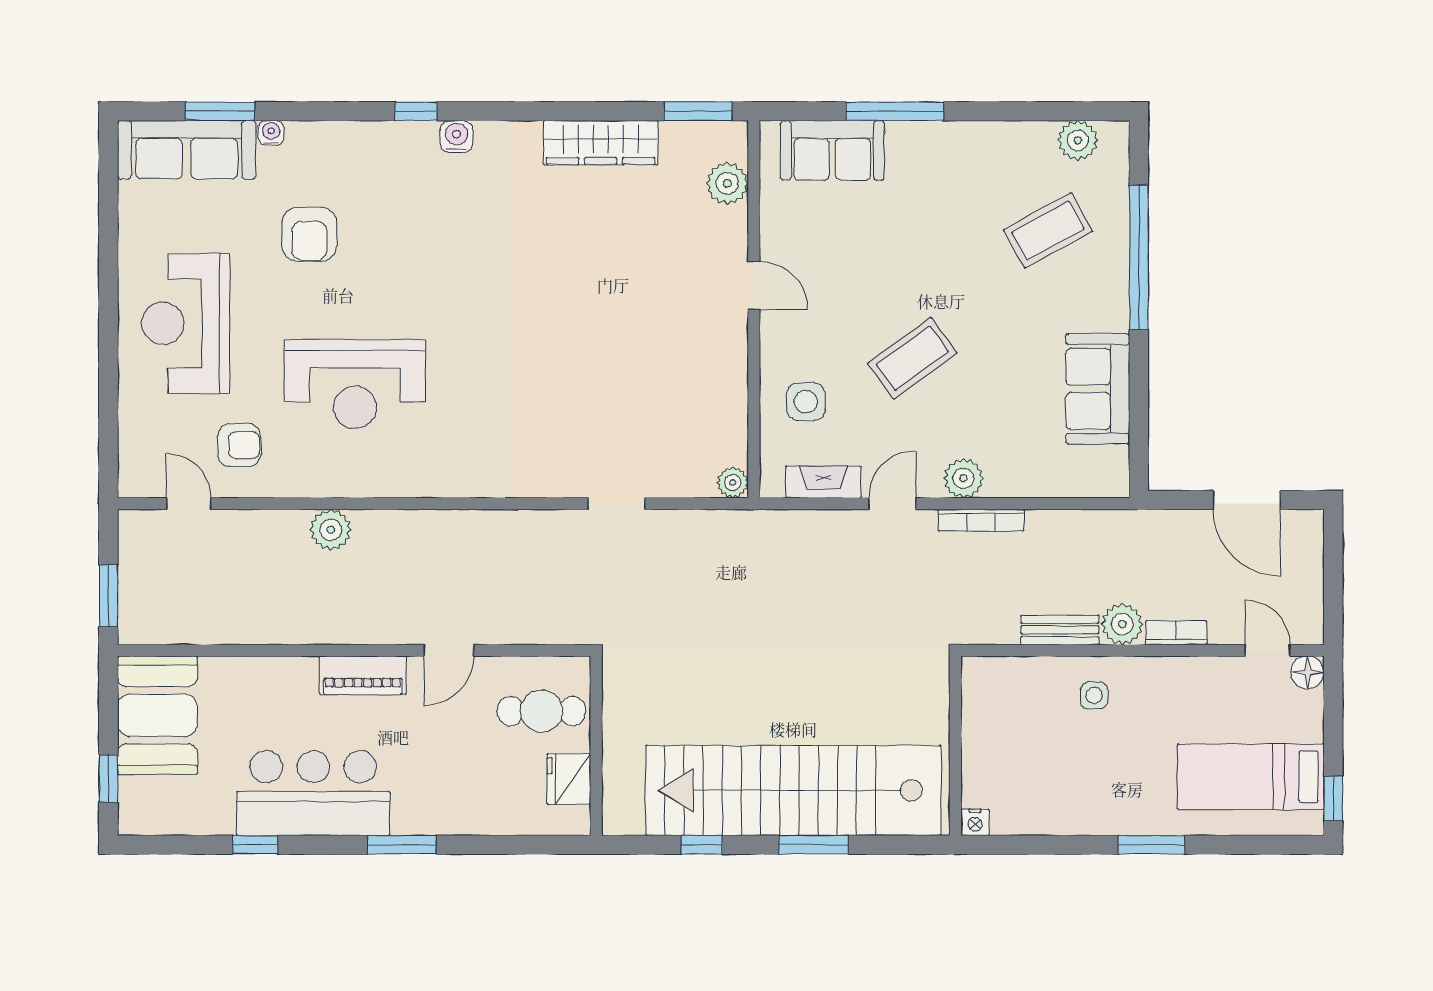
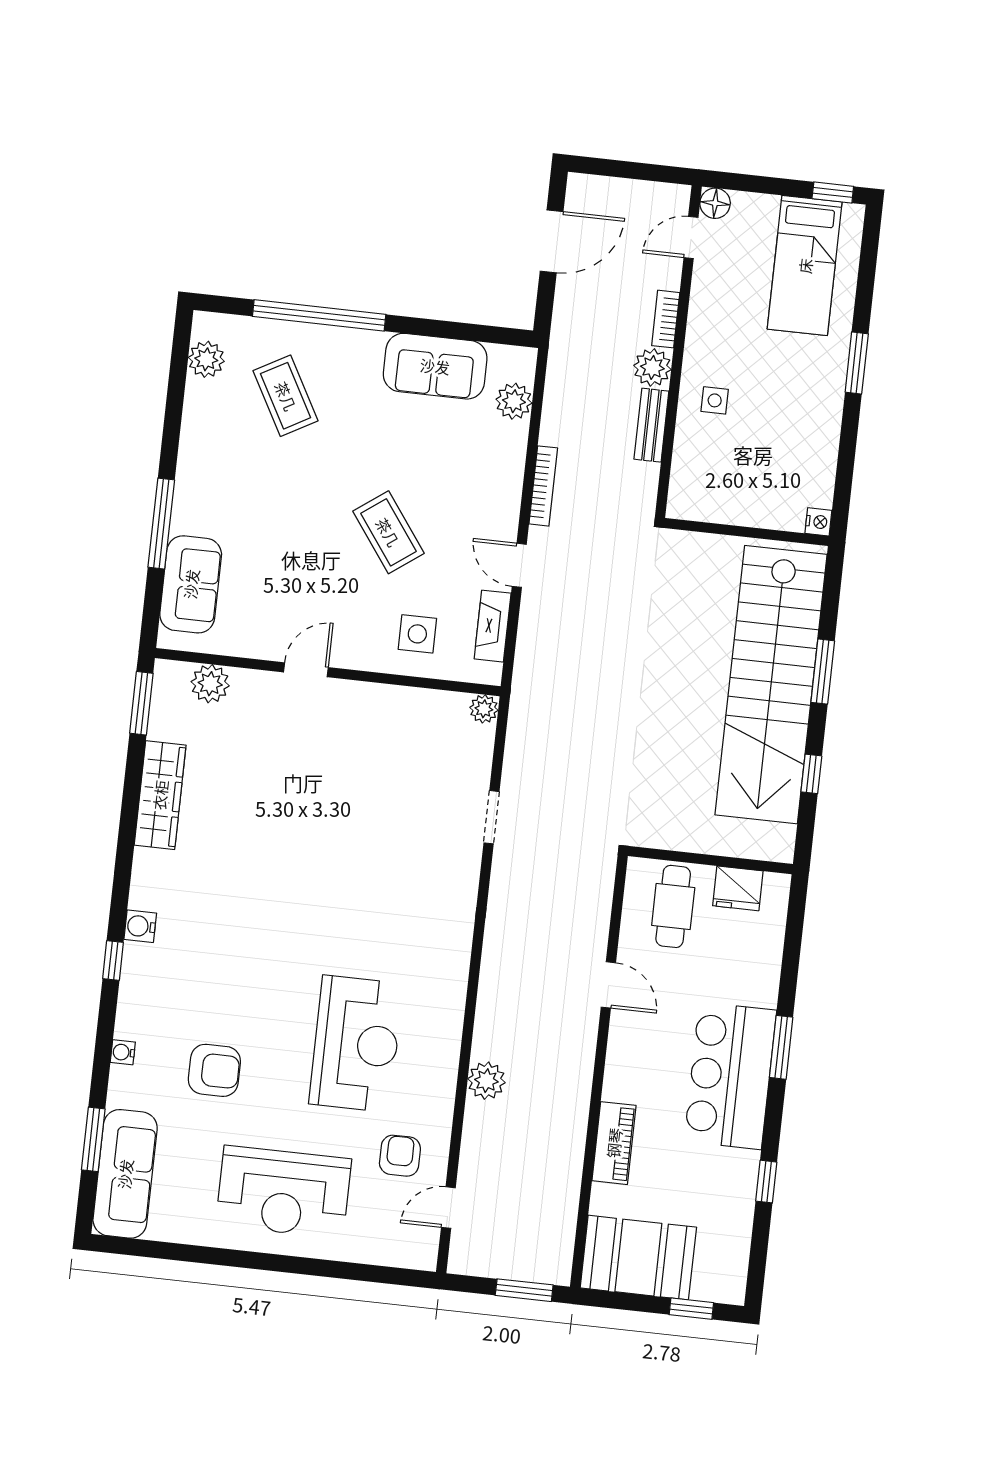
water cooler: (271, 133) -> (123, 1052), moved
plant: (963, 478) -> (514, 401), moved
piano: (363, 675) -> (614, 1143), moved
bar counter: (313, 793) -> (730, 1076), moved

